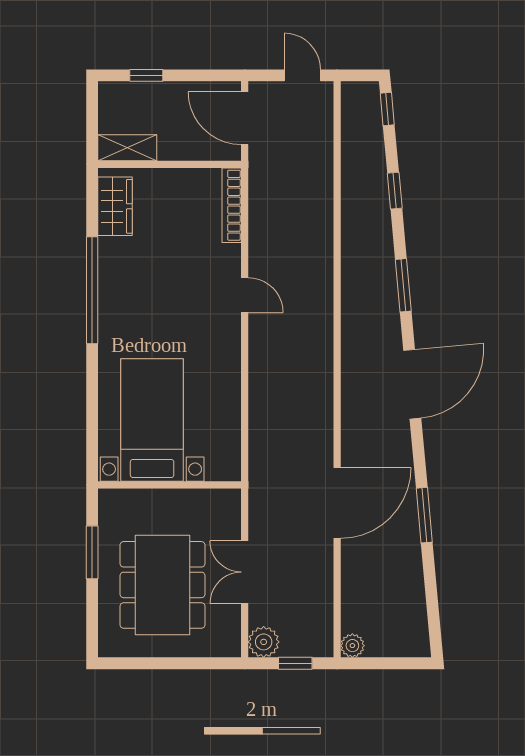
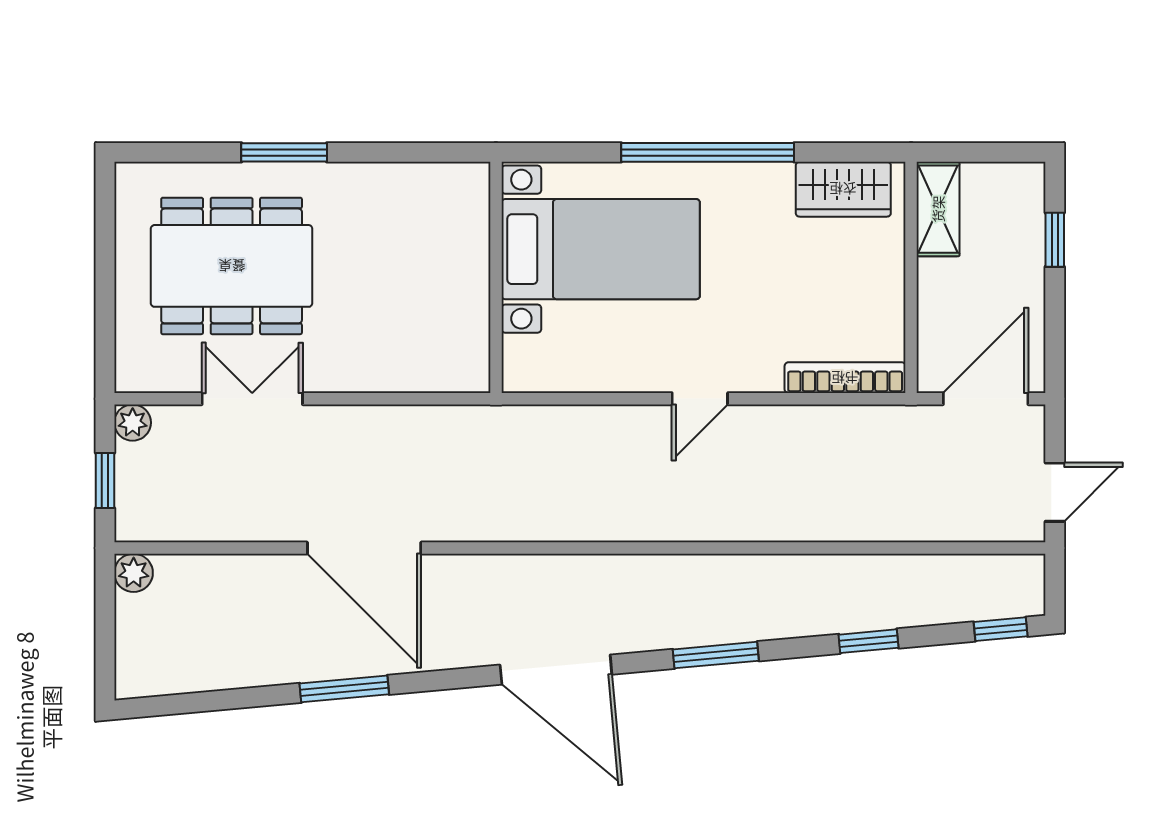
bed with nightstands: (152, 420) -> (601, 249), moved
wall: (170, 485) -> (496, 277), moved
plant: (264, 642) -> (133, 423), width x0.73, depth x0.73

